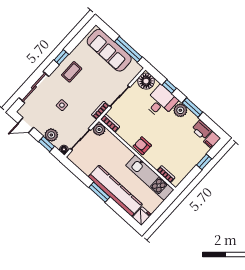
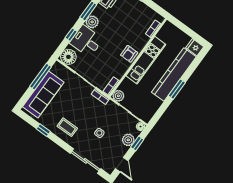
window: (61, 57) -> (43, 130), moved
kitchen unit: (150, 178) -> (146, 60), moved

